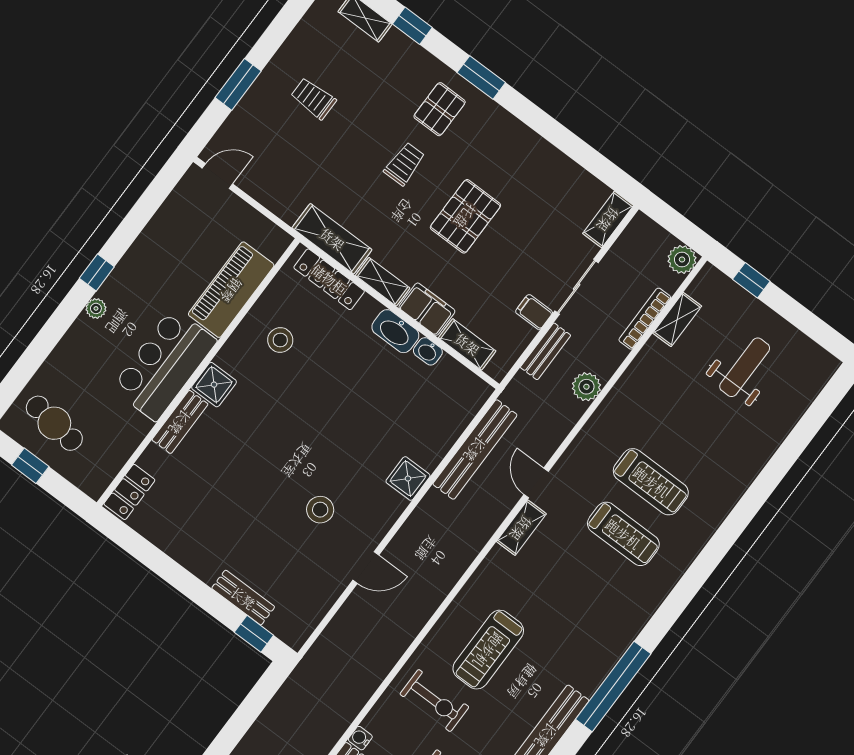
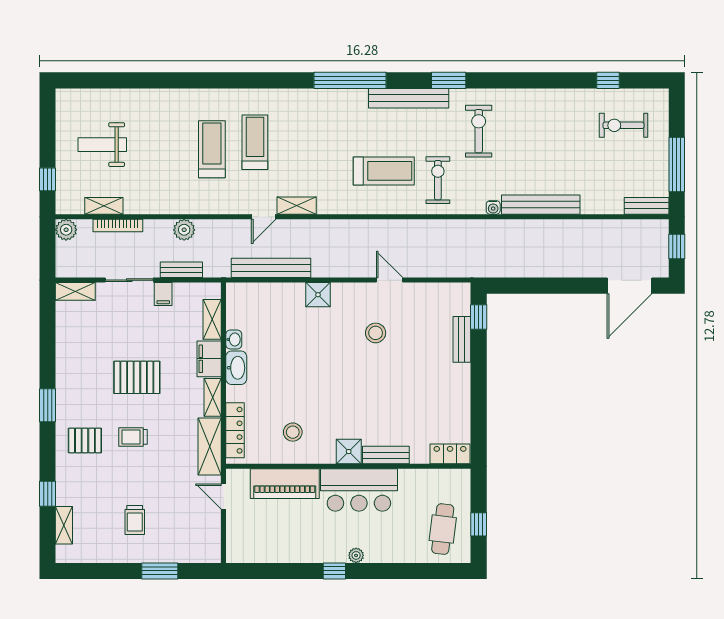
window: (481, 78) -> (48, 405), moved
door: (217, 176) -> (224, 496), moved

